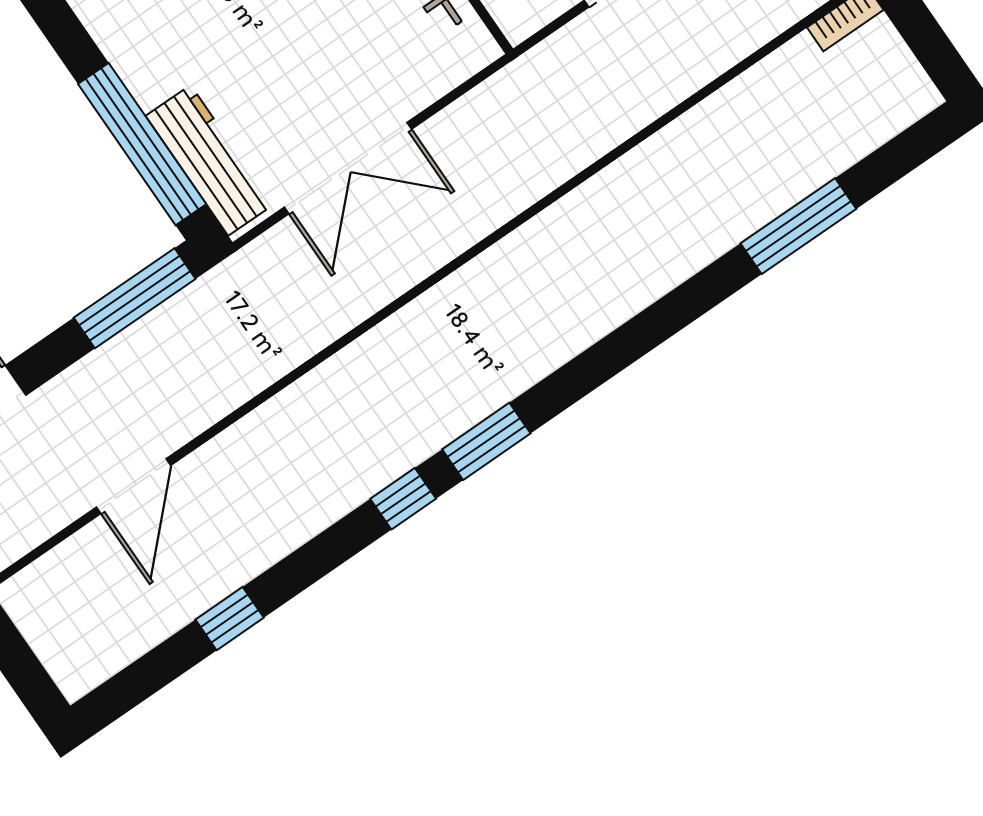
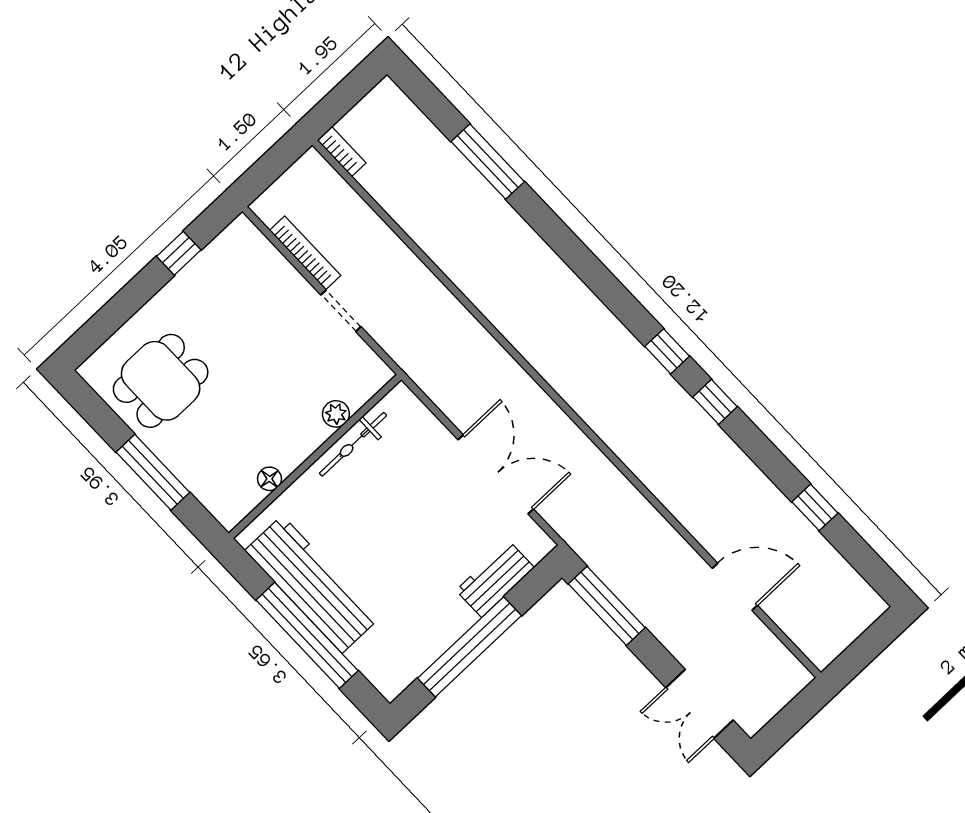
window: (142, 144) -> (469, 647), moved
workbench: (209, 160) -> (495, 579), width x0.73
window: (486, 441) -> (667, 351), width x0.67

